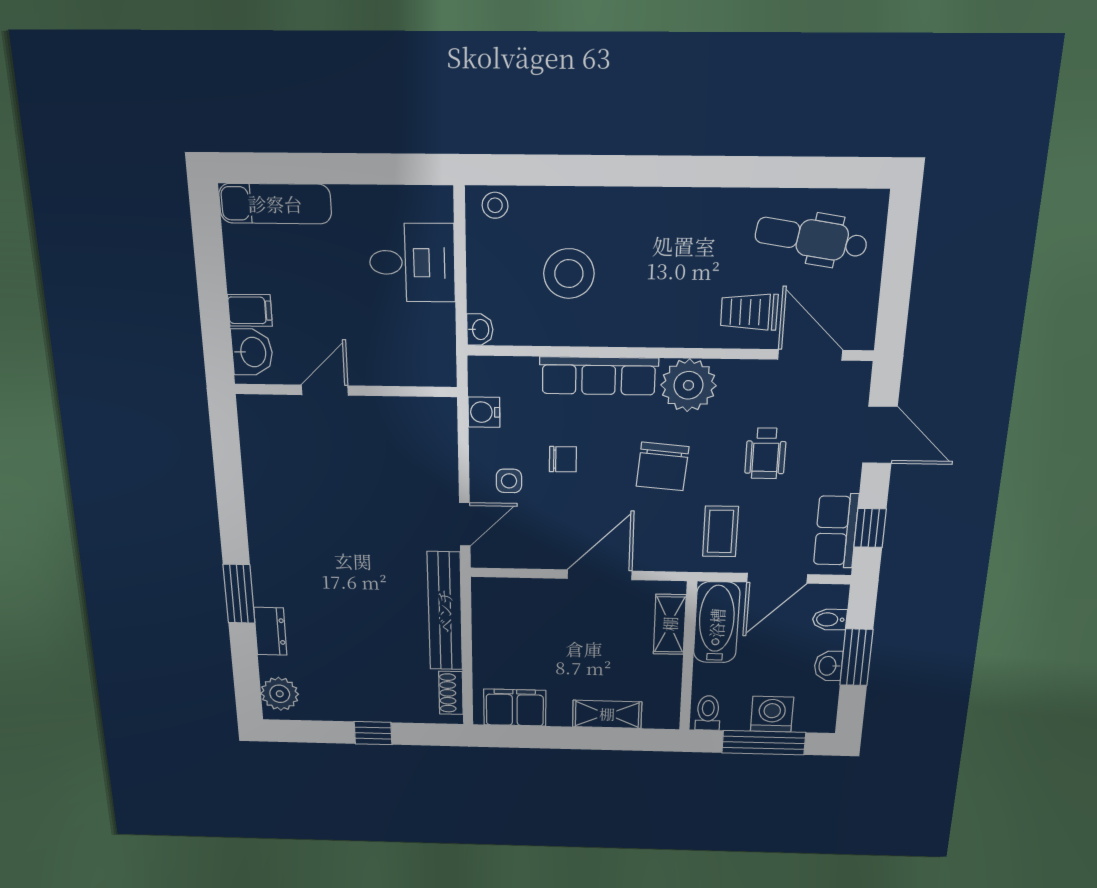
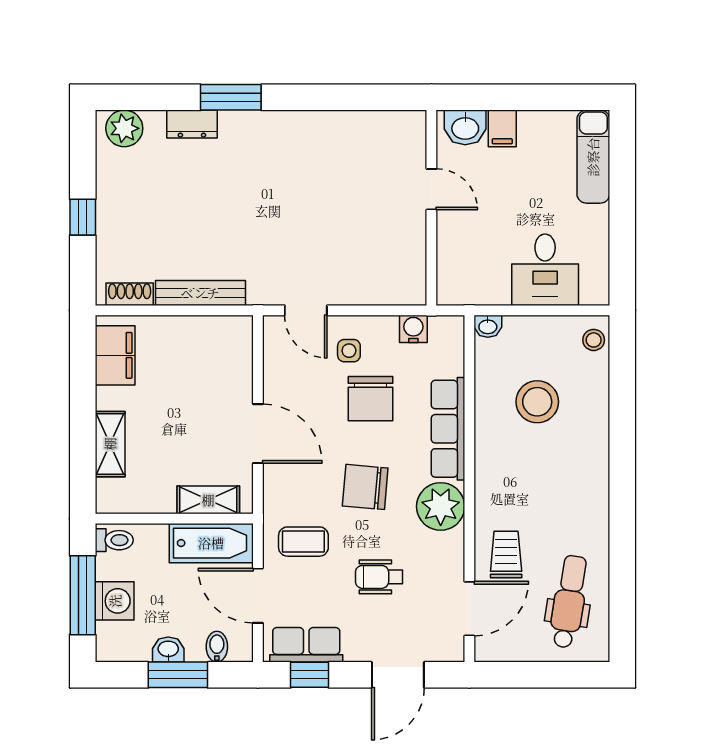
chair: (563, 459) -> (370, 399), width x1.87, depth x1.87
bench: (445, 611) -> (200, 293), width x0.73, depth x0.82

